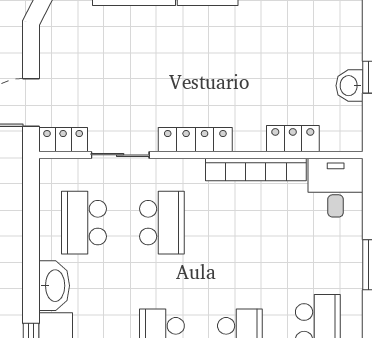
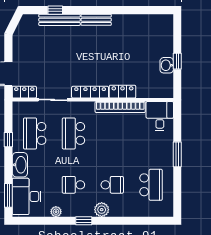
locker: (293, 139) -> (122, 92), moved
school desk: (162, 223) -> (73, 133), turned 180
window: (31, 235) -> (8, 140), added

